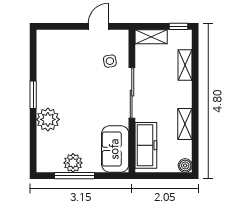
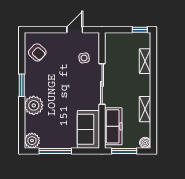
shelving: (151, 37) -> (118, 38), removed
armchair: (52, 54) -> (37, 52), added
plant: (73, 163) -> (32, 141), moved
window: (159, 176) -> (124, 151), added

